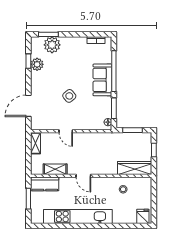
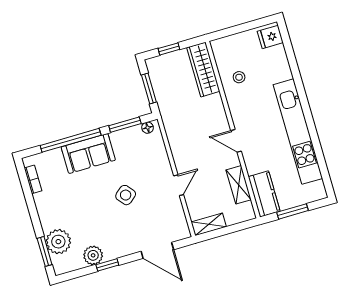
window: (28, 61) -> (107, 265), moved
door: (83, 176) -> (236, 141), swing flipped

